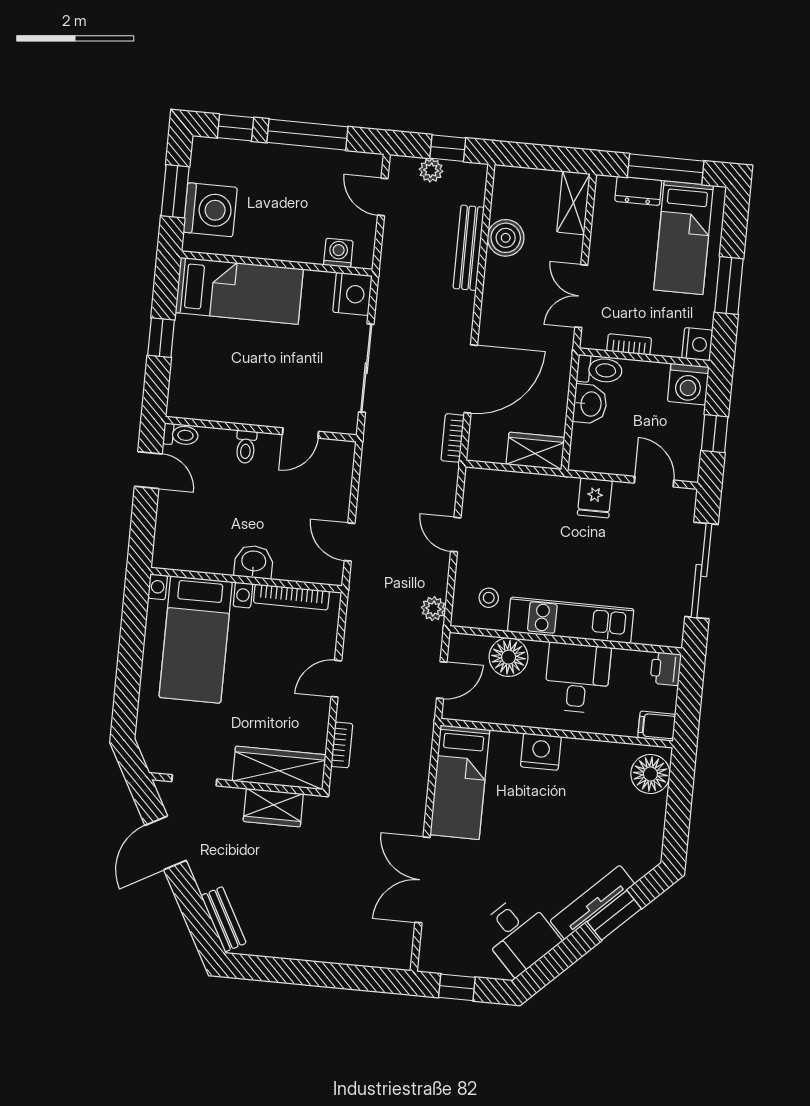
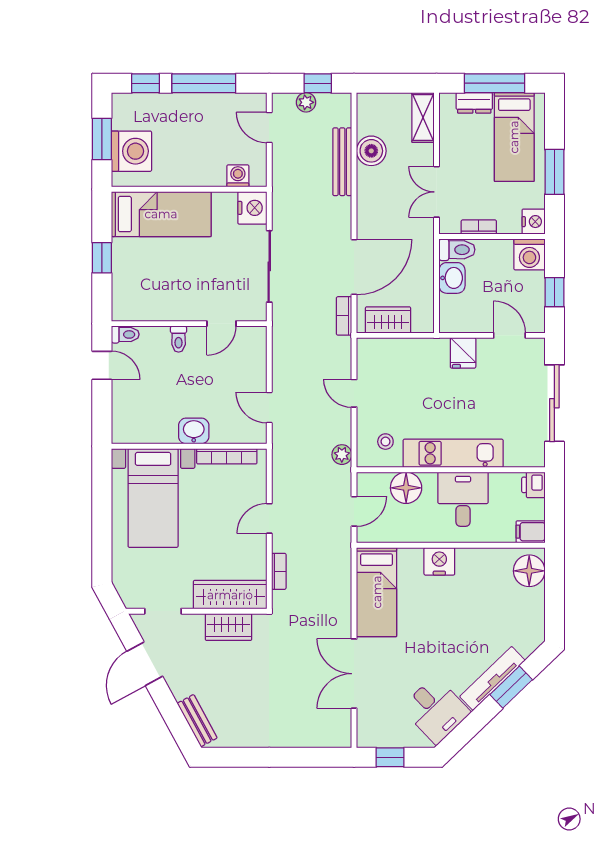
wardrobe: (535, 451) -> (388, 320), moved

